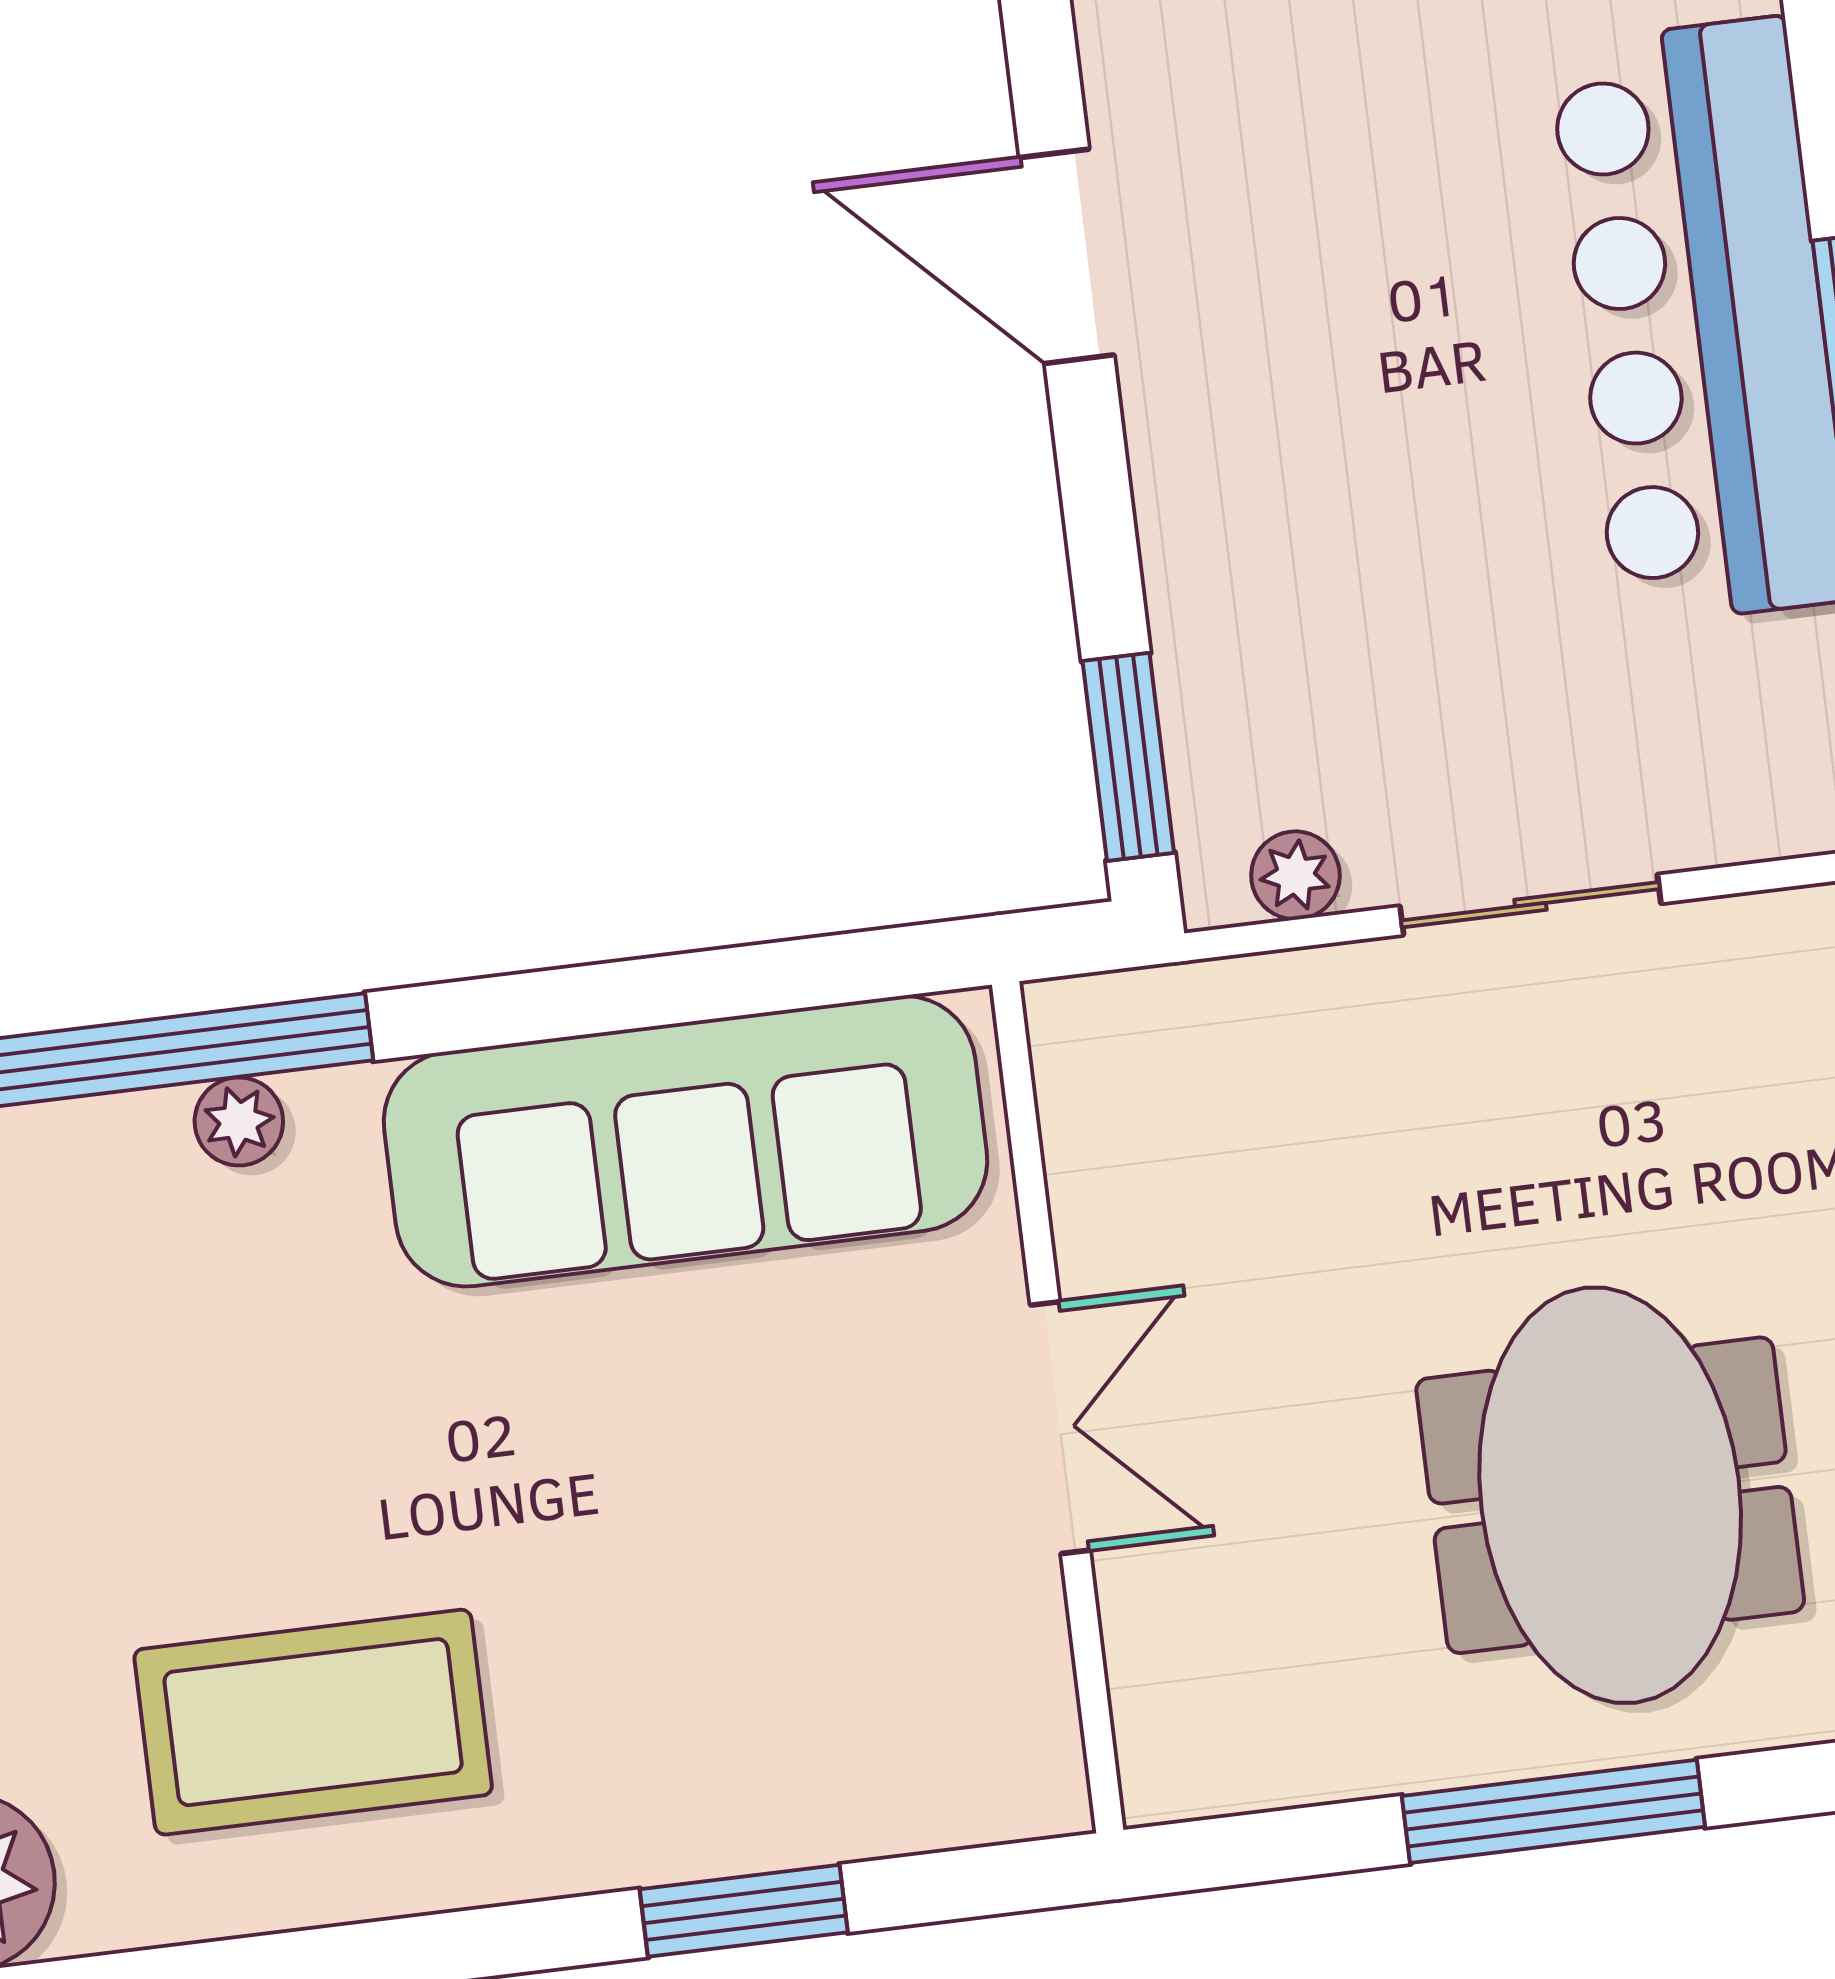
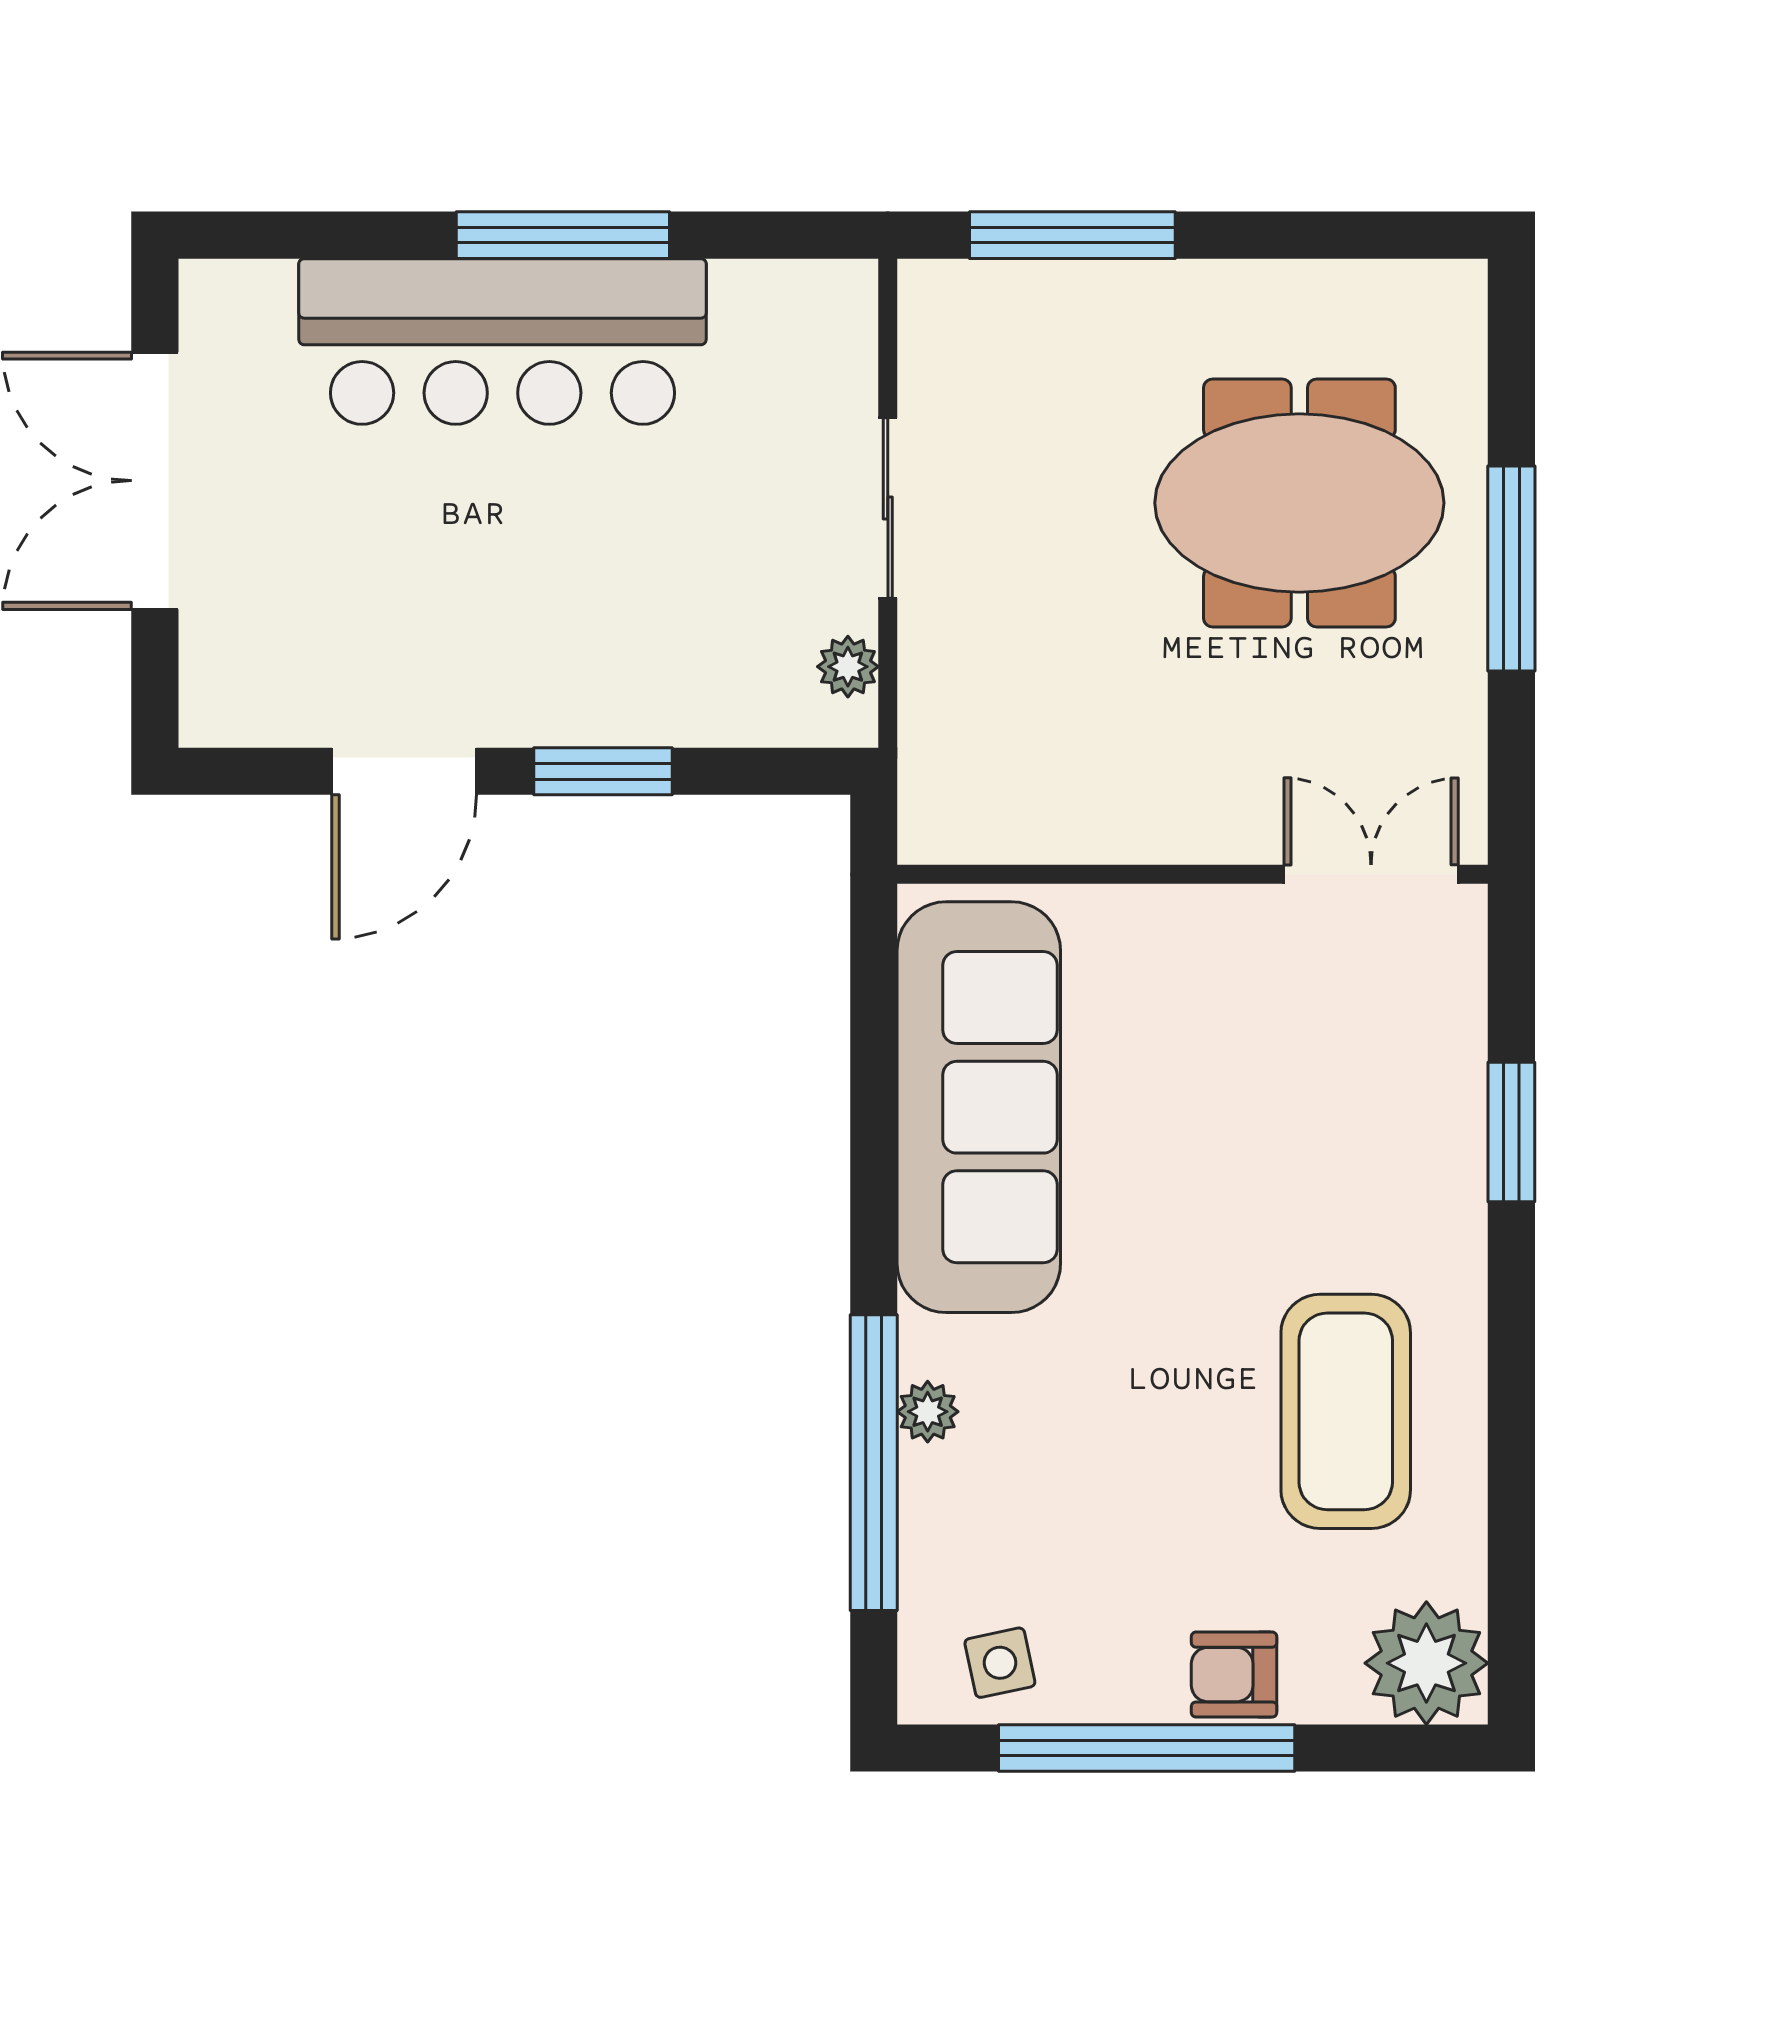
window: (1128, 757) -> (603, 771), moved
double door: (1060, 1428) -> (1371, 874), moved

